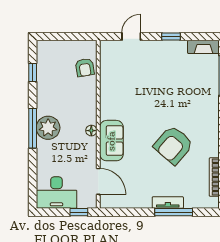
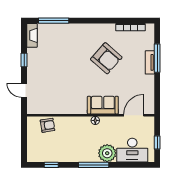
plant: (48, 128) -> (107, 153), moved
desk: (56, 193) -> (132, 150), moved, turned 90
window: (79, 212) -> (157, 142), moved

